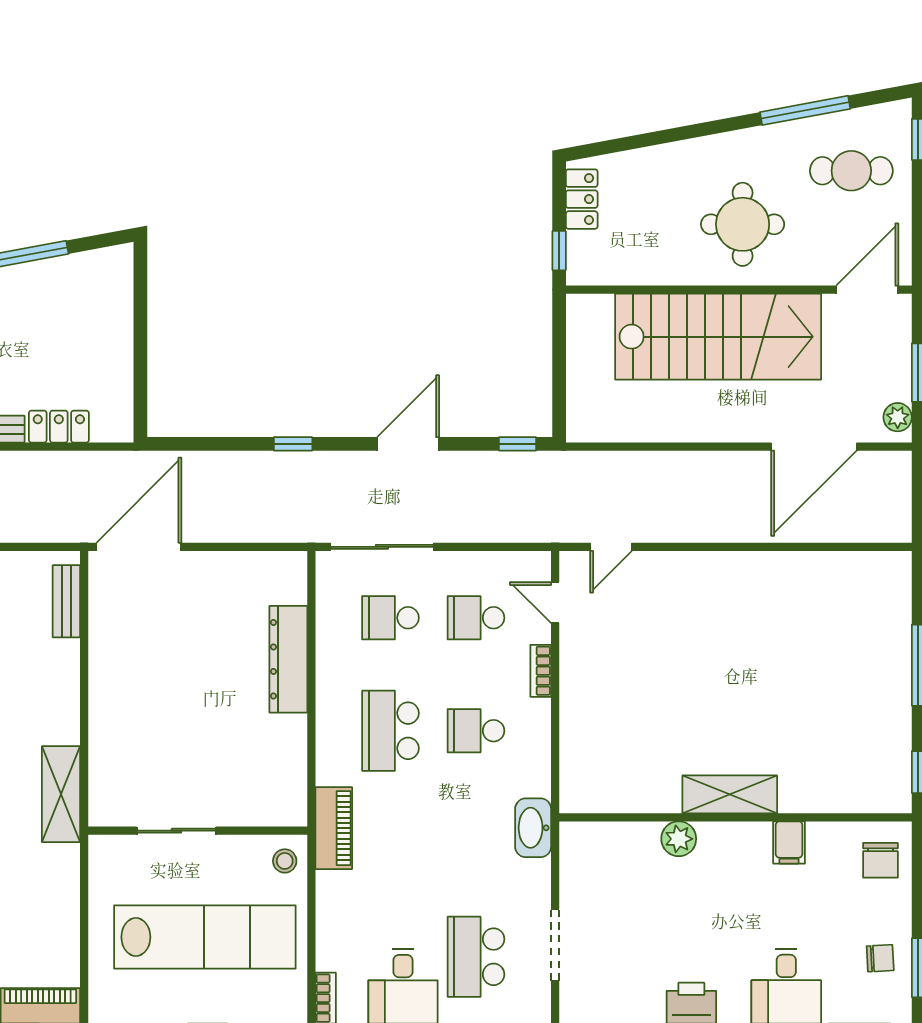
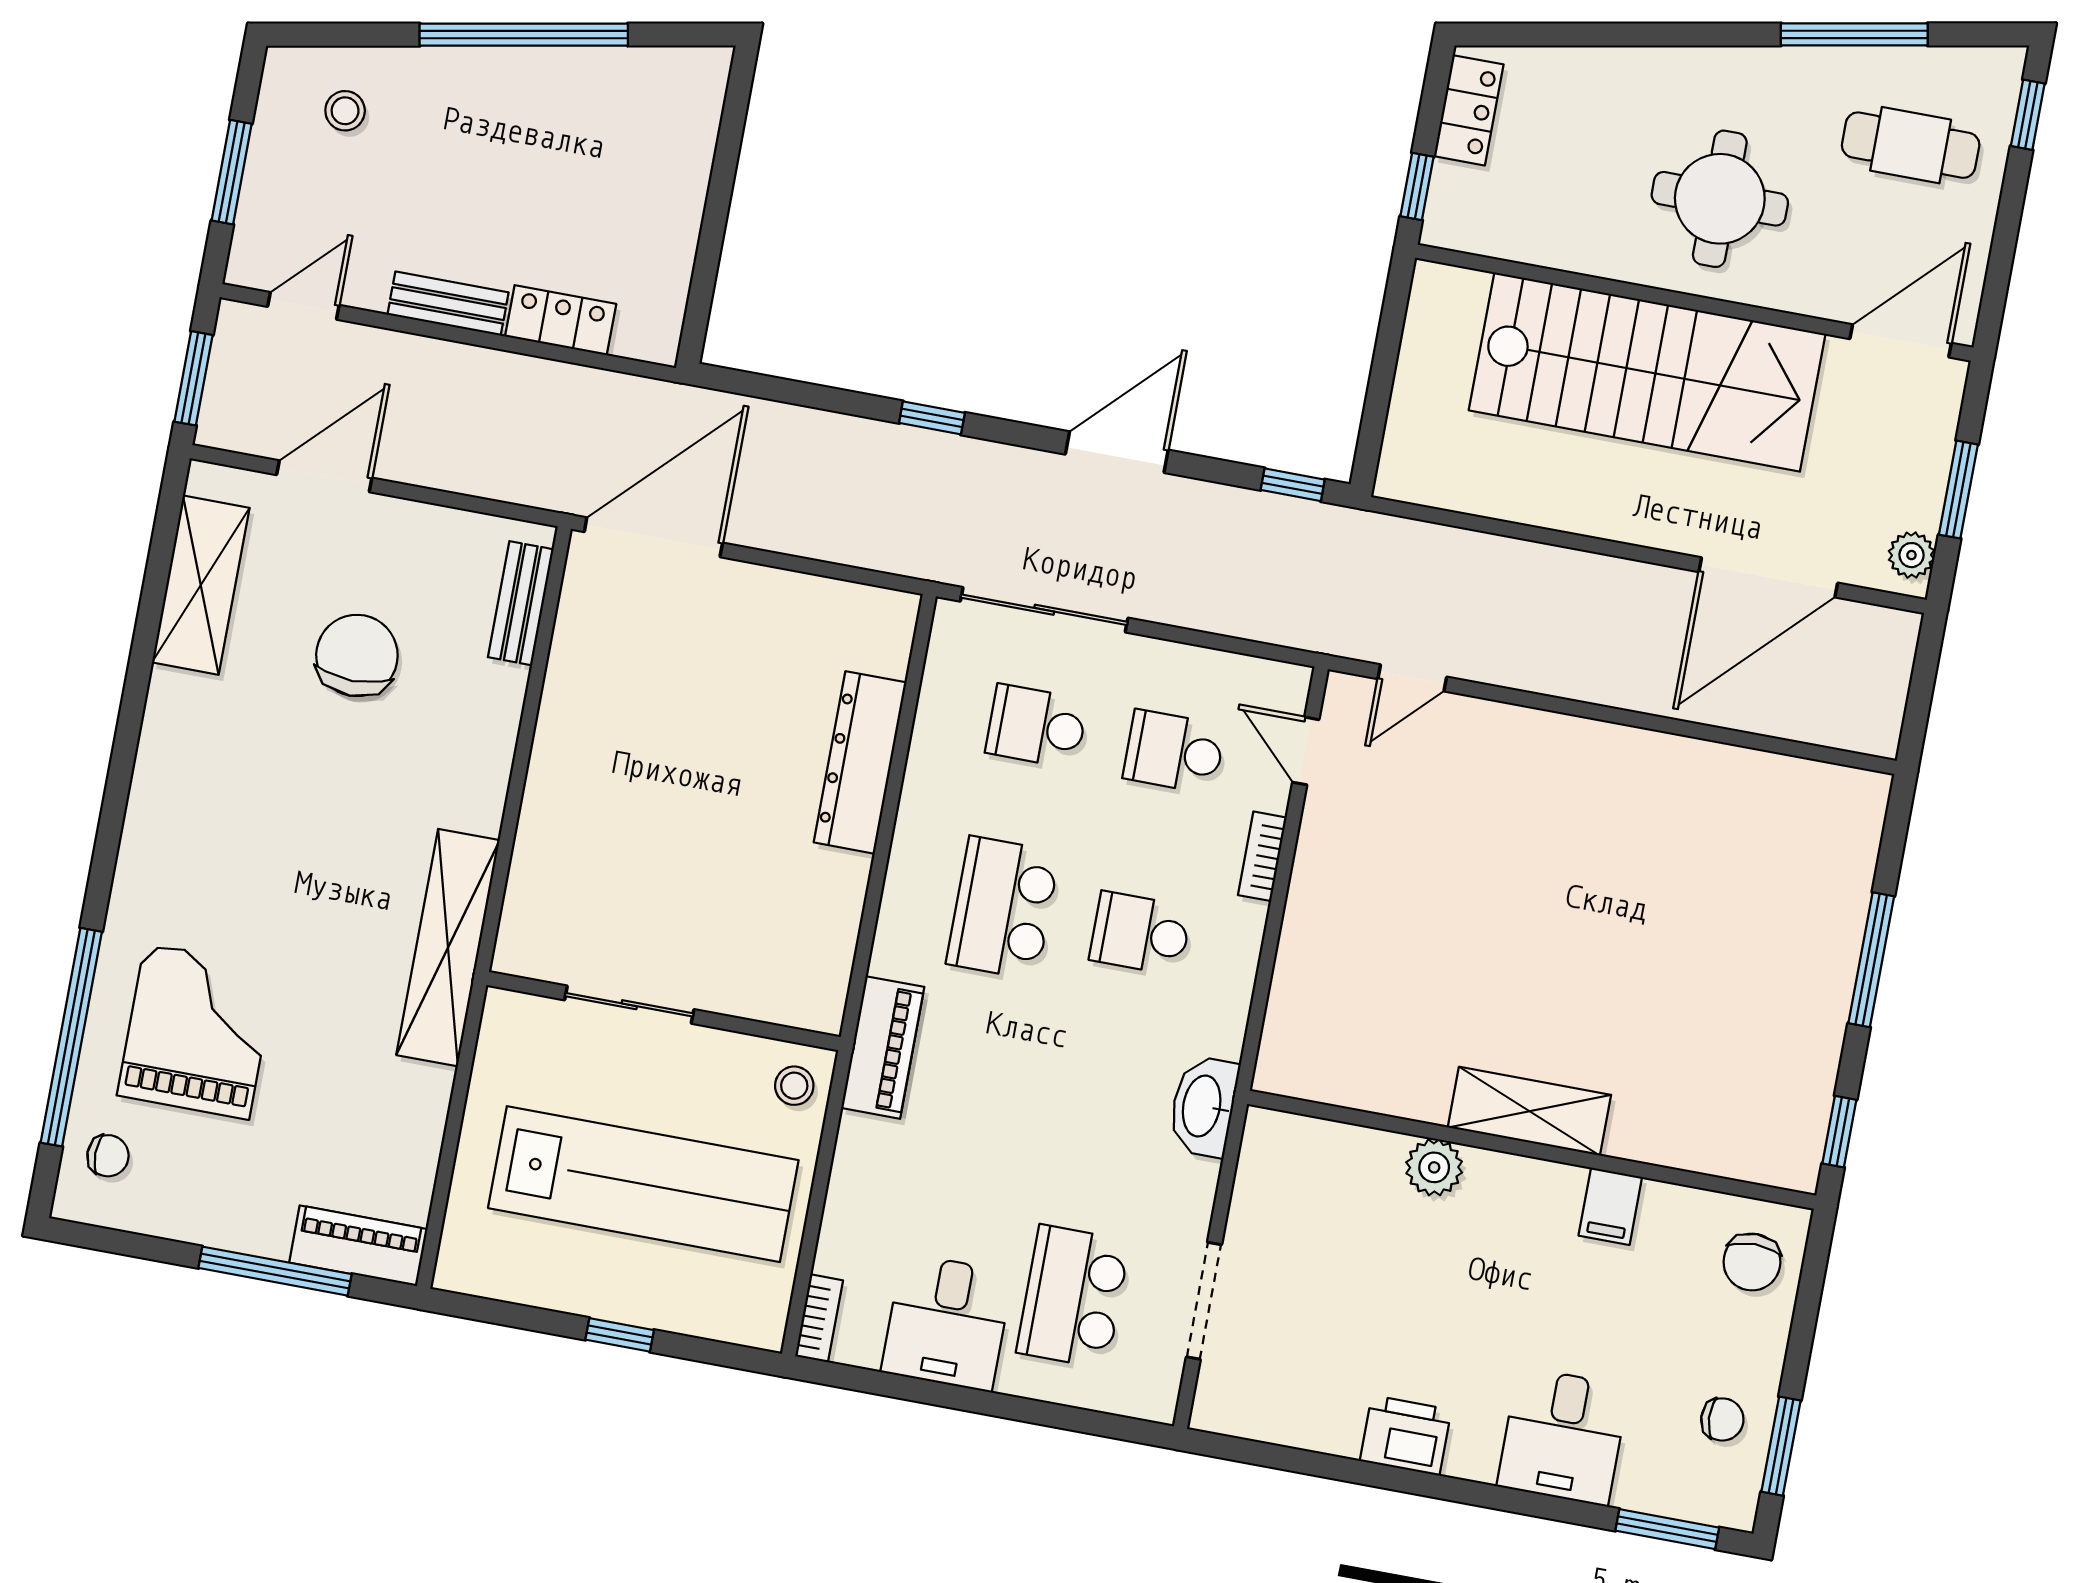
shelving: (61, 794) -> (448, 948), width x1.47

